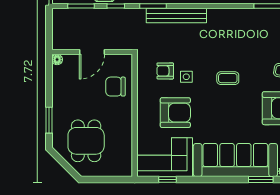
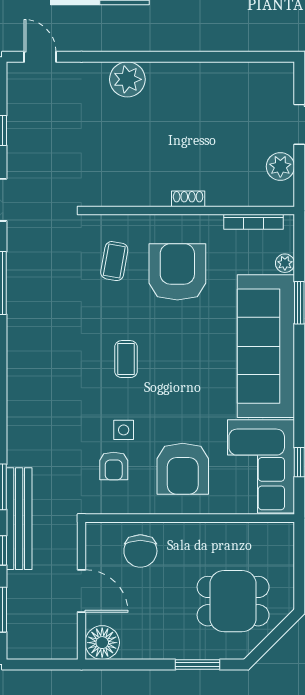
bench: (176, 16) -> (19, 519), moved
floor lamp: (57, 60) -> (102, 643), width x1.89, depth x1.89
armchair: (175, 113) -> (183, 469), moved, turned 180

